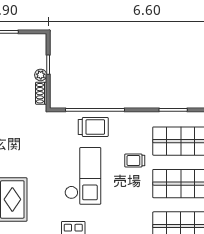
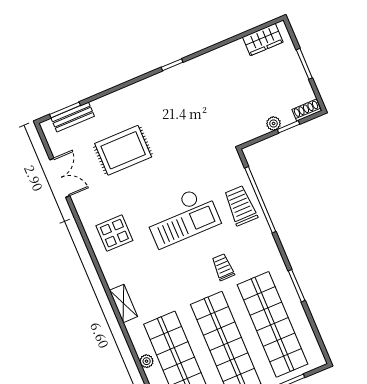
shoe rack: (41, 93) -> (307, 110), moved
trolley: (93, 127) -> (241, 206), turned 180

